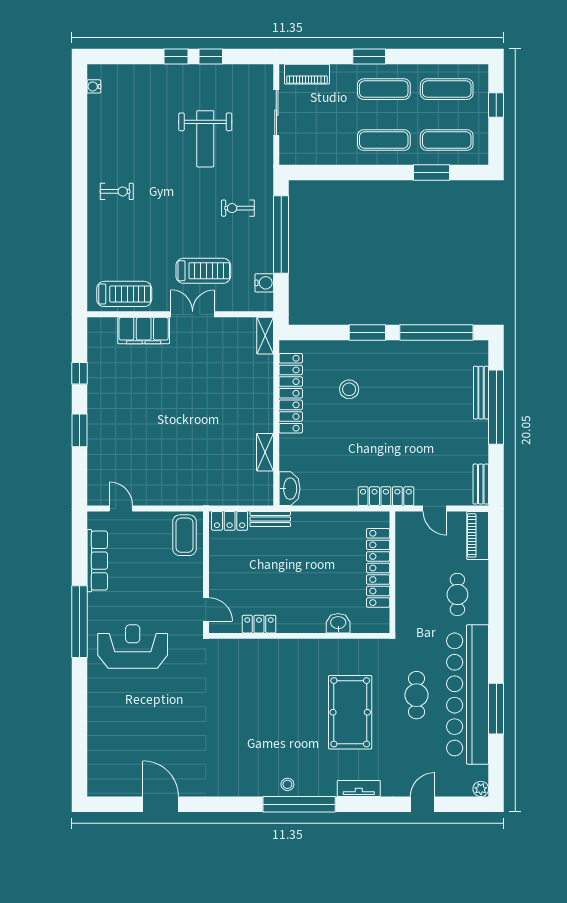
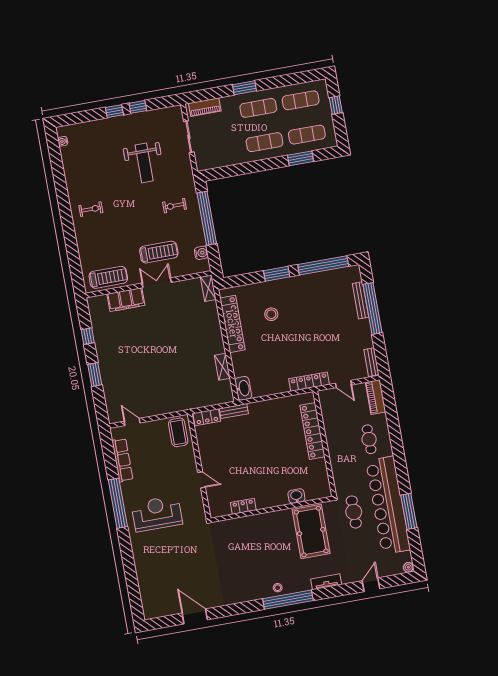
washbasin: (338, 623) -> (296, 496), moved
locker: (259, 624) -> (243, 506), moved
wall: (299, 636) -> (272, 509), moved

